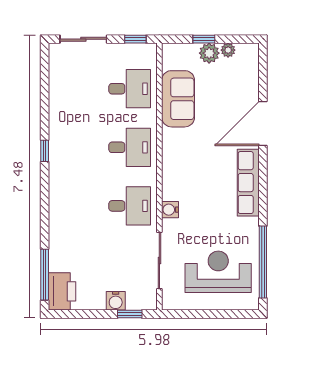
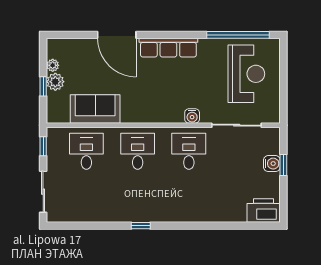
reception desk: (218, 272) -> (246, 74), turned 180
window: (45, 275) -> (249, 226), removed
window: (130, 314) -> (283, 165), moved

